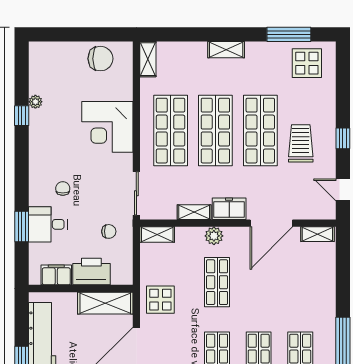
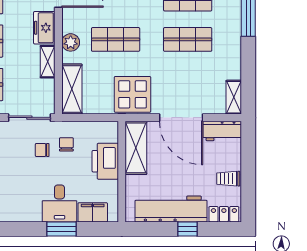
chair: (63, 188) -> (42, 150), moved
shelving: (157, 234) -> (72, 89), width x1.50, depth x1.33
filing cabinet: (56, 275) -> (93, 212), moved, turned 90
display table: (160, 300) -> (132, 94), width x1.36, depth x1.36

